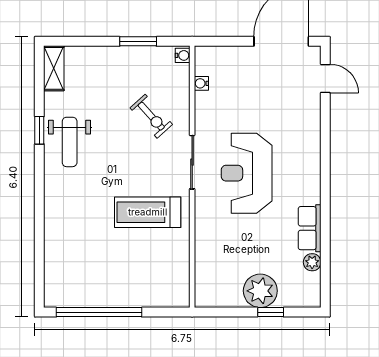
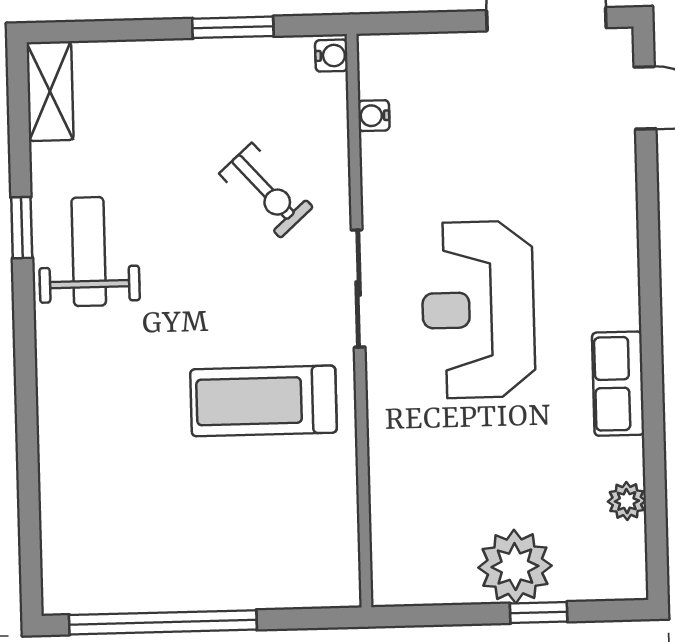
weight bench: (70, 142) -> (89, 252), turned 180
row of seats: (310, 228) -> (618, 384), moved

